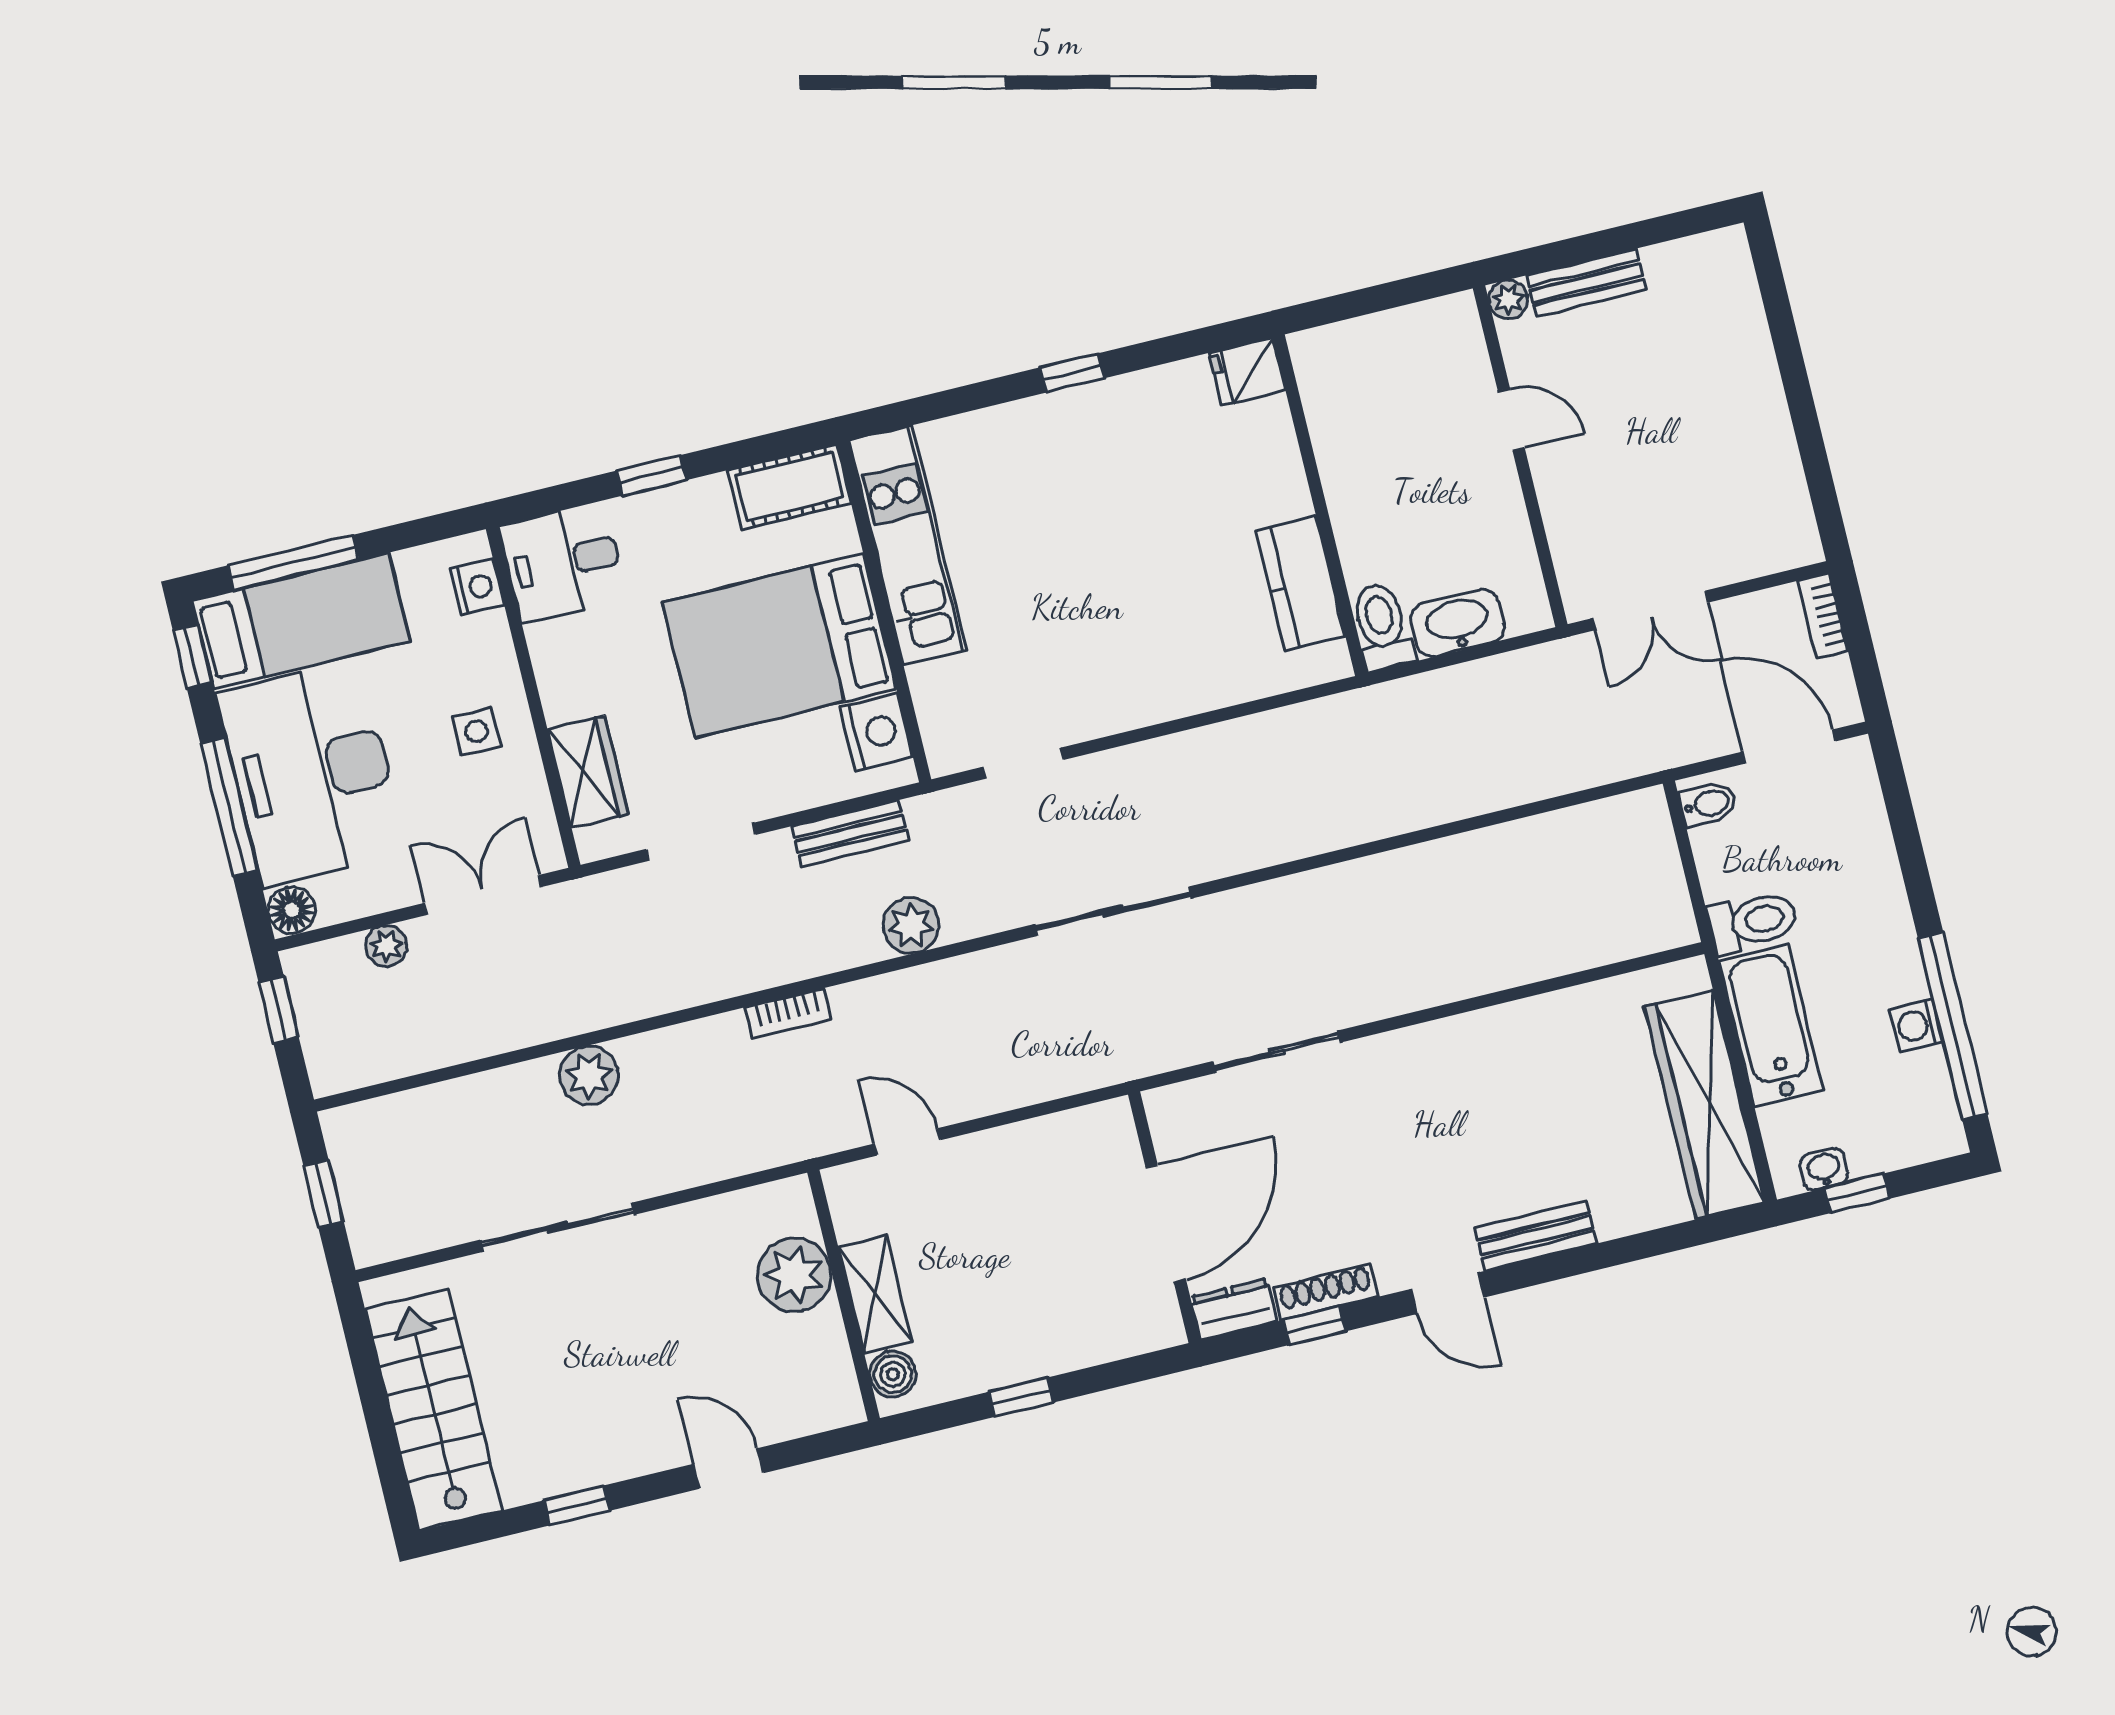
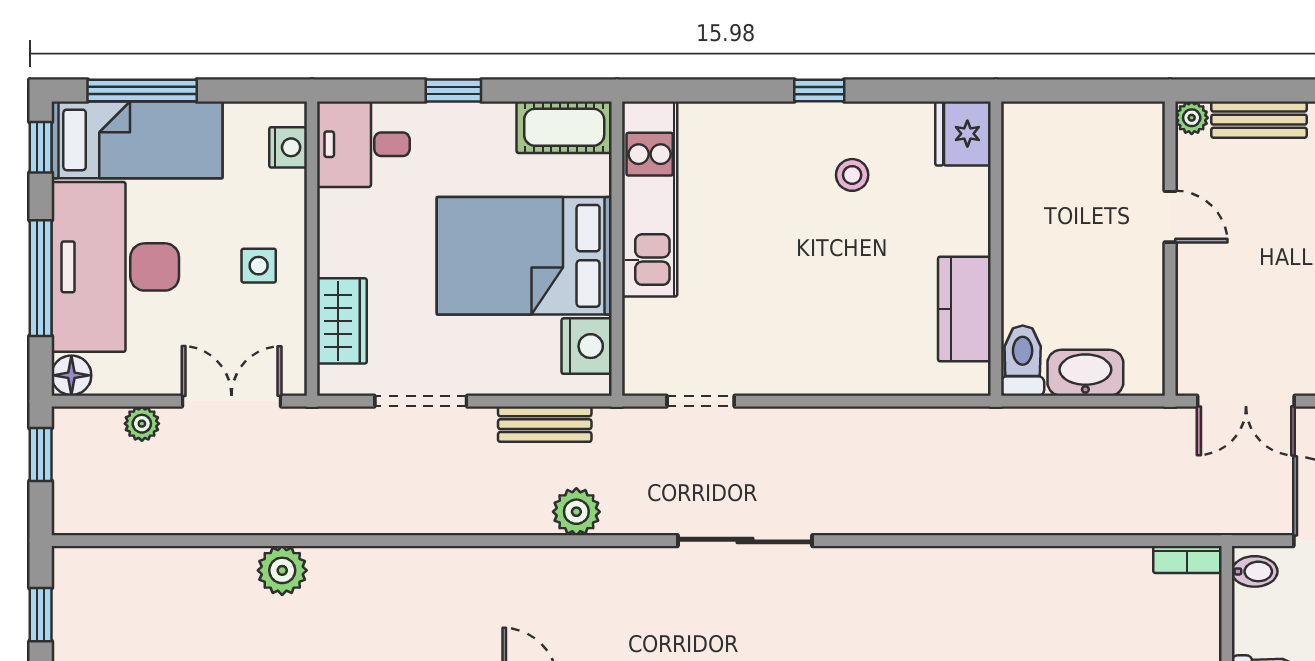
fridge: (1247, 372) -> (963, 134), width x1.38
stool: (1134, 461) -> (852, 175), added
bookcase: (788, 1013) -> (1187, 559), moved

